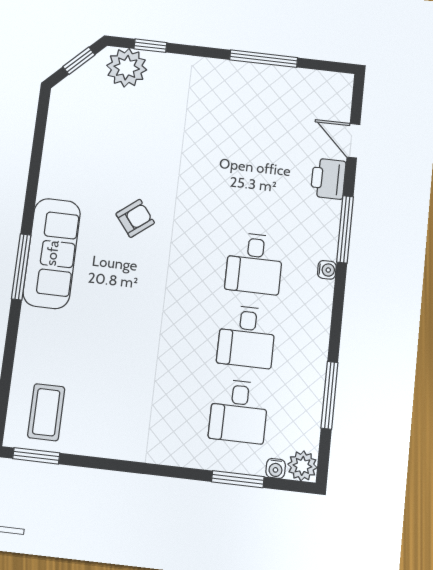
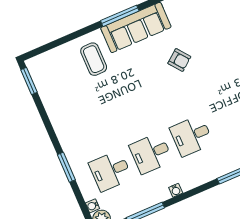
water cooler: (327, 270) -> (176, 190), moved
coffee table: (46, 412) -> (94, 59), moved, turned 90
window: (238, 479) -> (66, 167), moved

